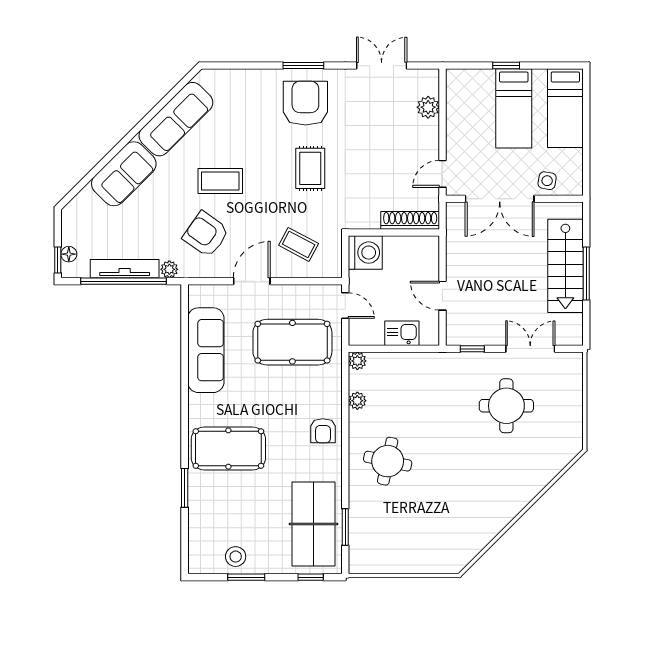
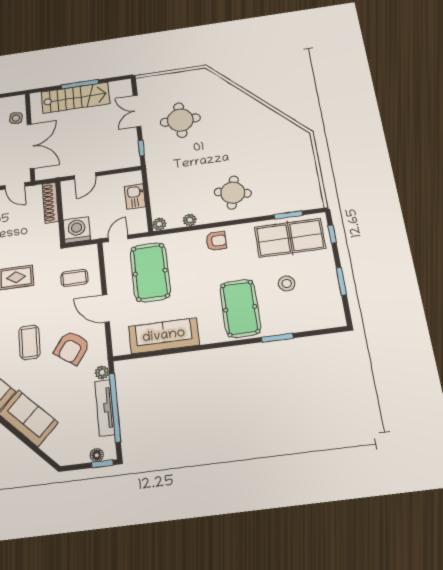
coffee table: (299, 244) -> (74, 278), turned 62
door: (443, 296) -> (85, 176), moved
stool: (236, 557) -> (287, 284), moved

